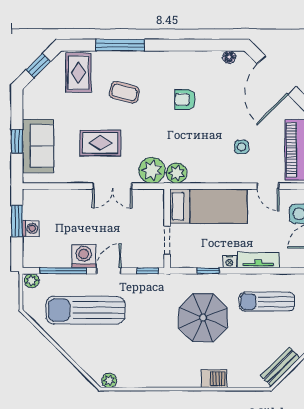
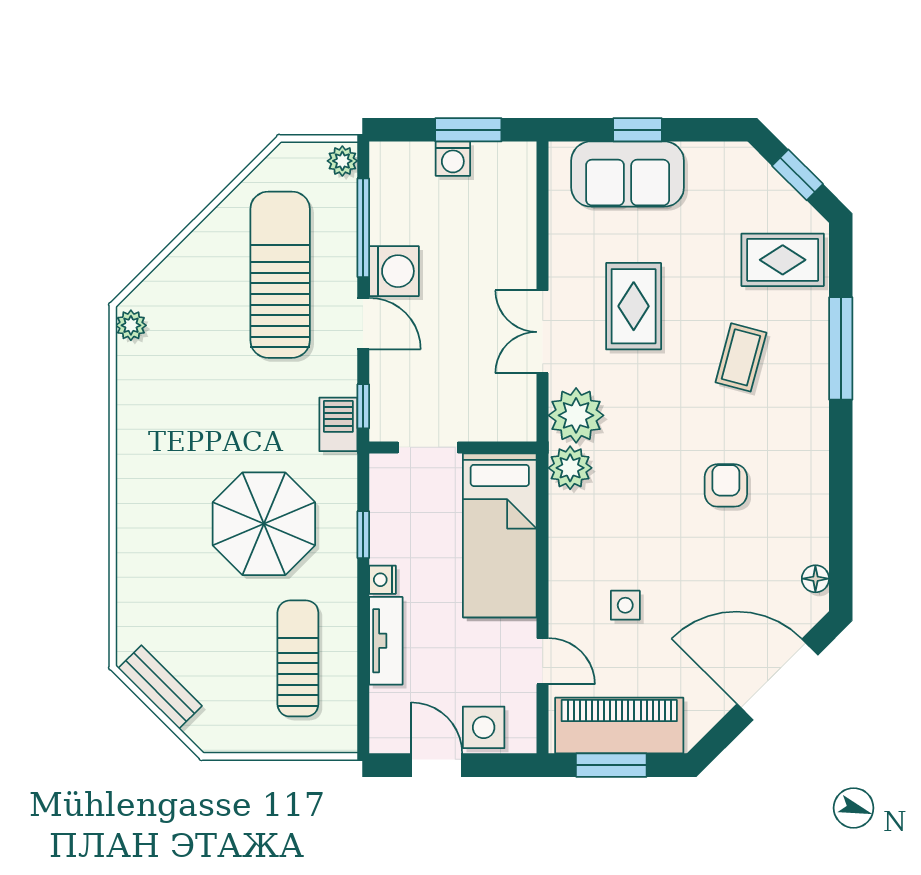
door: (268, 186) -> (543, 661), swing flipped
barbecue: (214, 379) -> (338, 424), moved, turned 180

